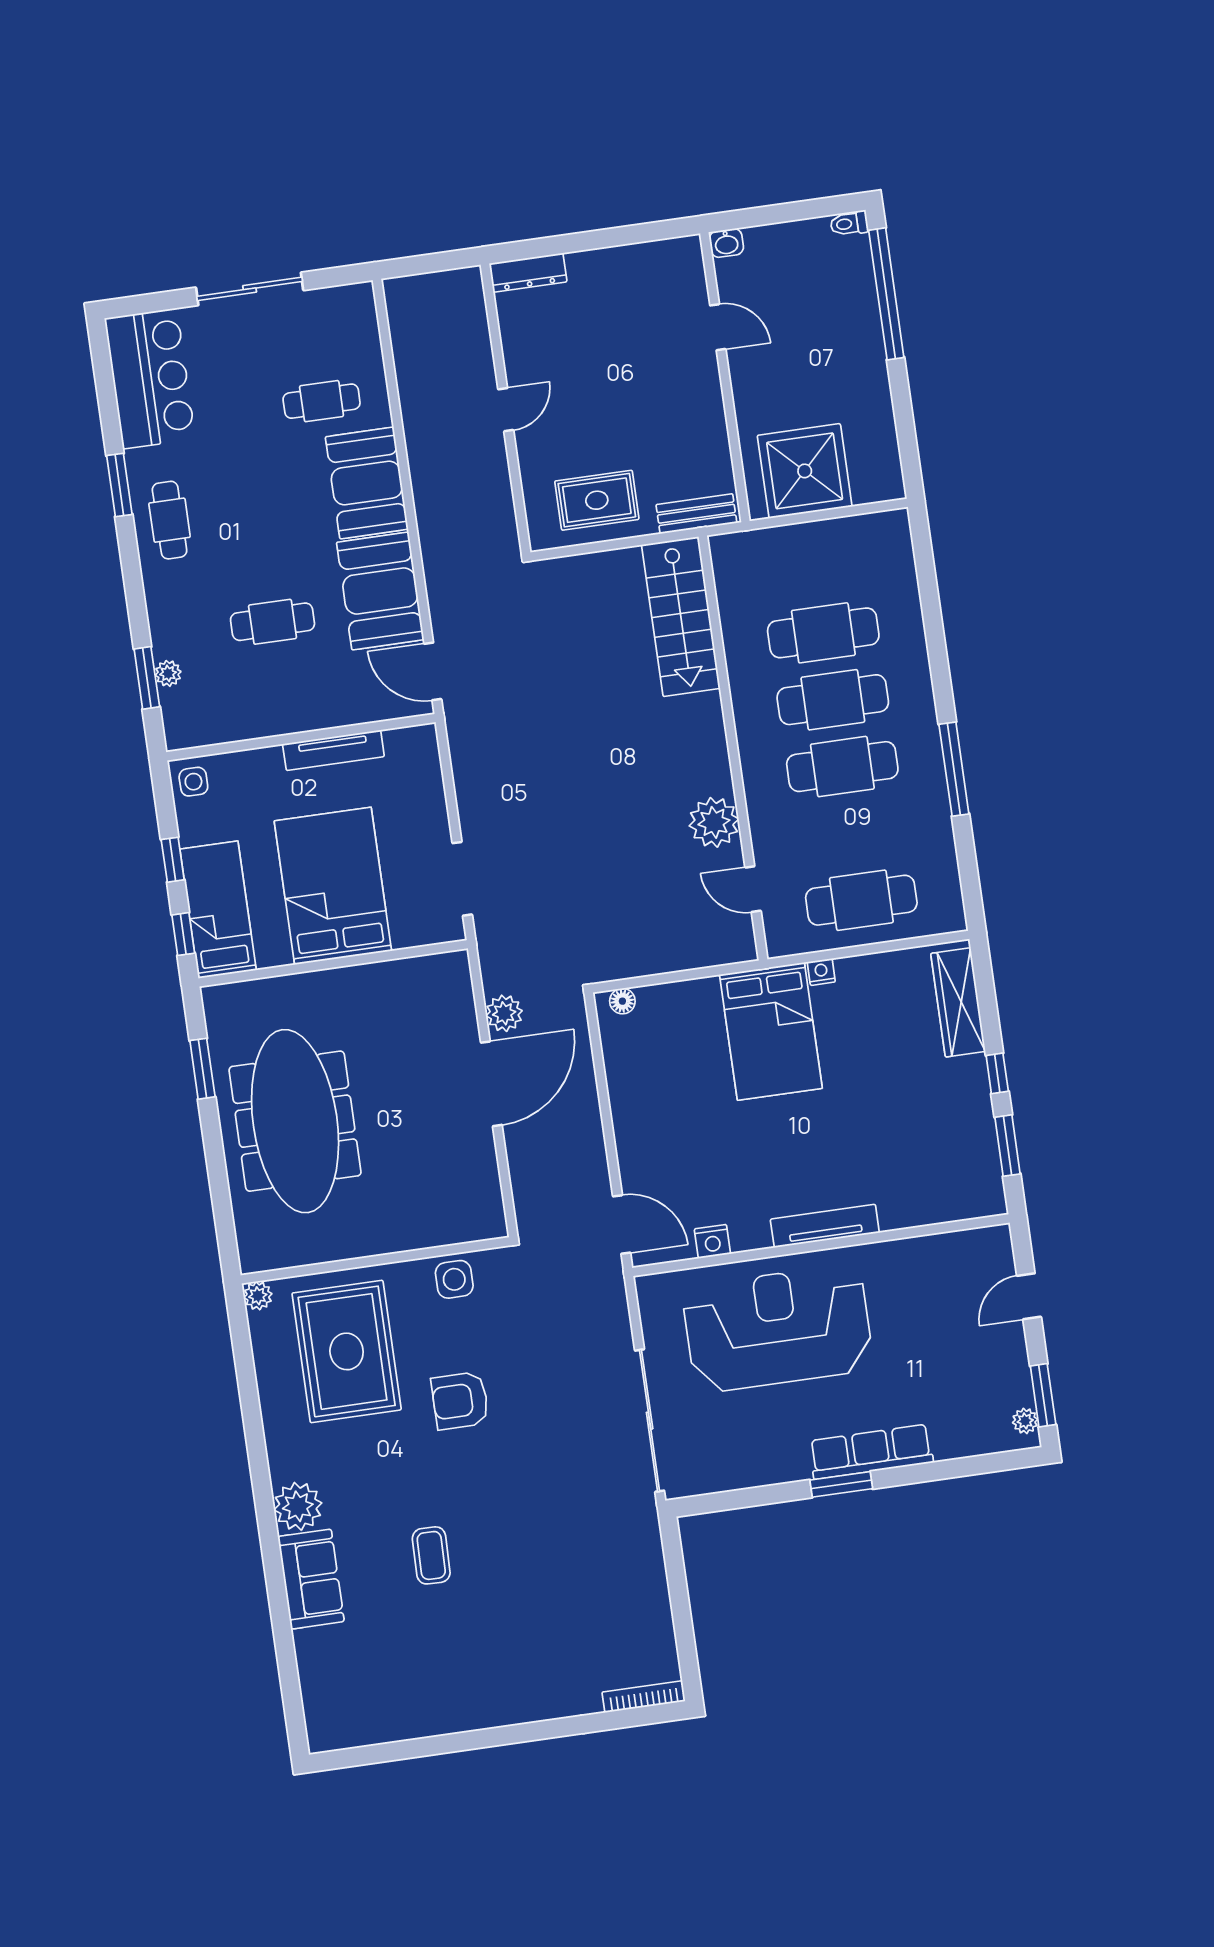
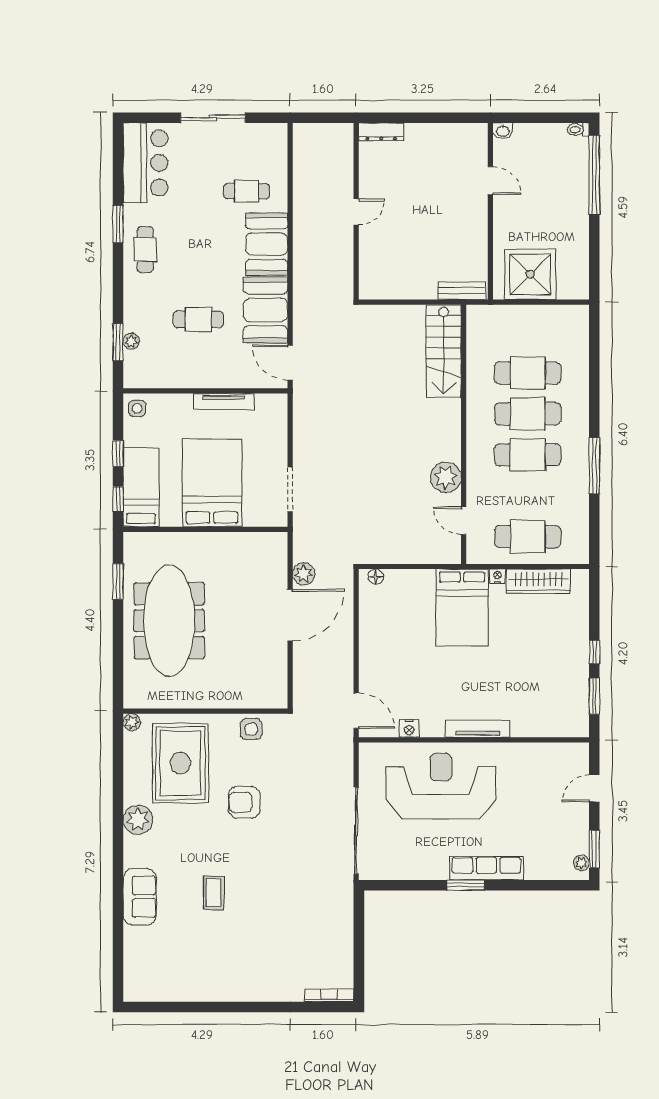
rug: (597, 500) -> (403, 274), removed
wardrobe: (958, 1002) -> (538, 581), moved, turned -90
plant: (298, 1506) -> (138, 820), moved

